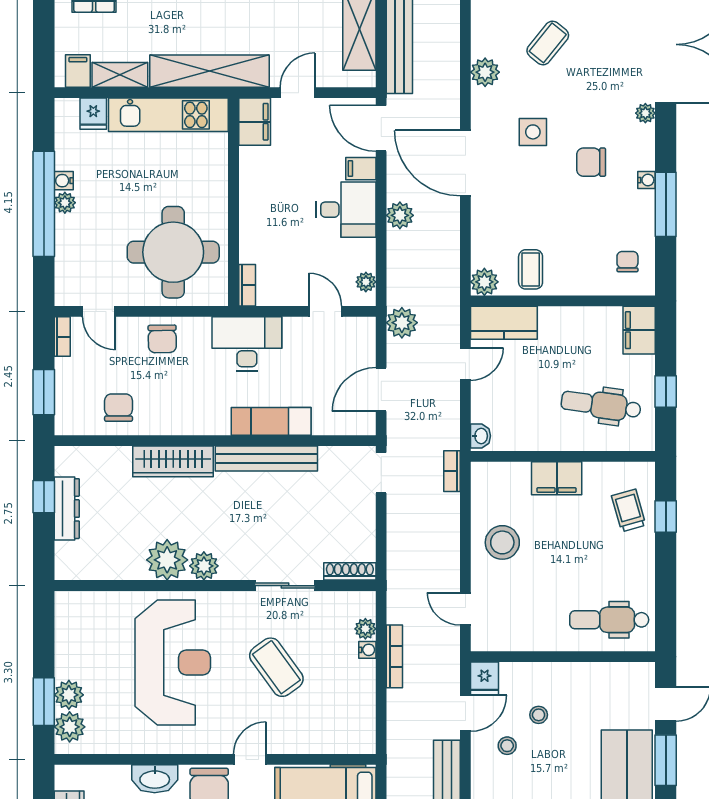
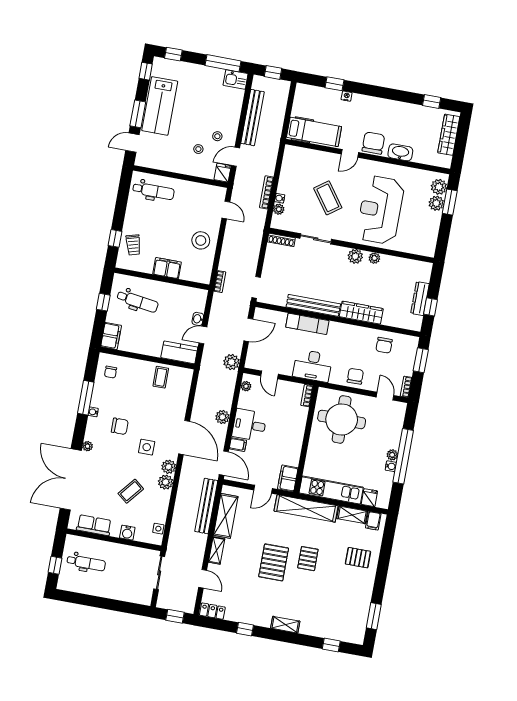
plant: (484, 282) -> (169, 467), moved
washbasin: (481, 436) -> (198, 319), moved
plant: (167, 560) -> (374, 258), width x0.53, depth x0.53

